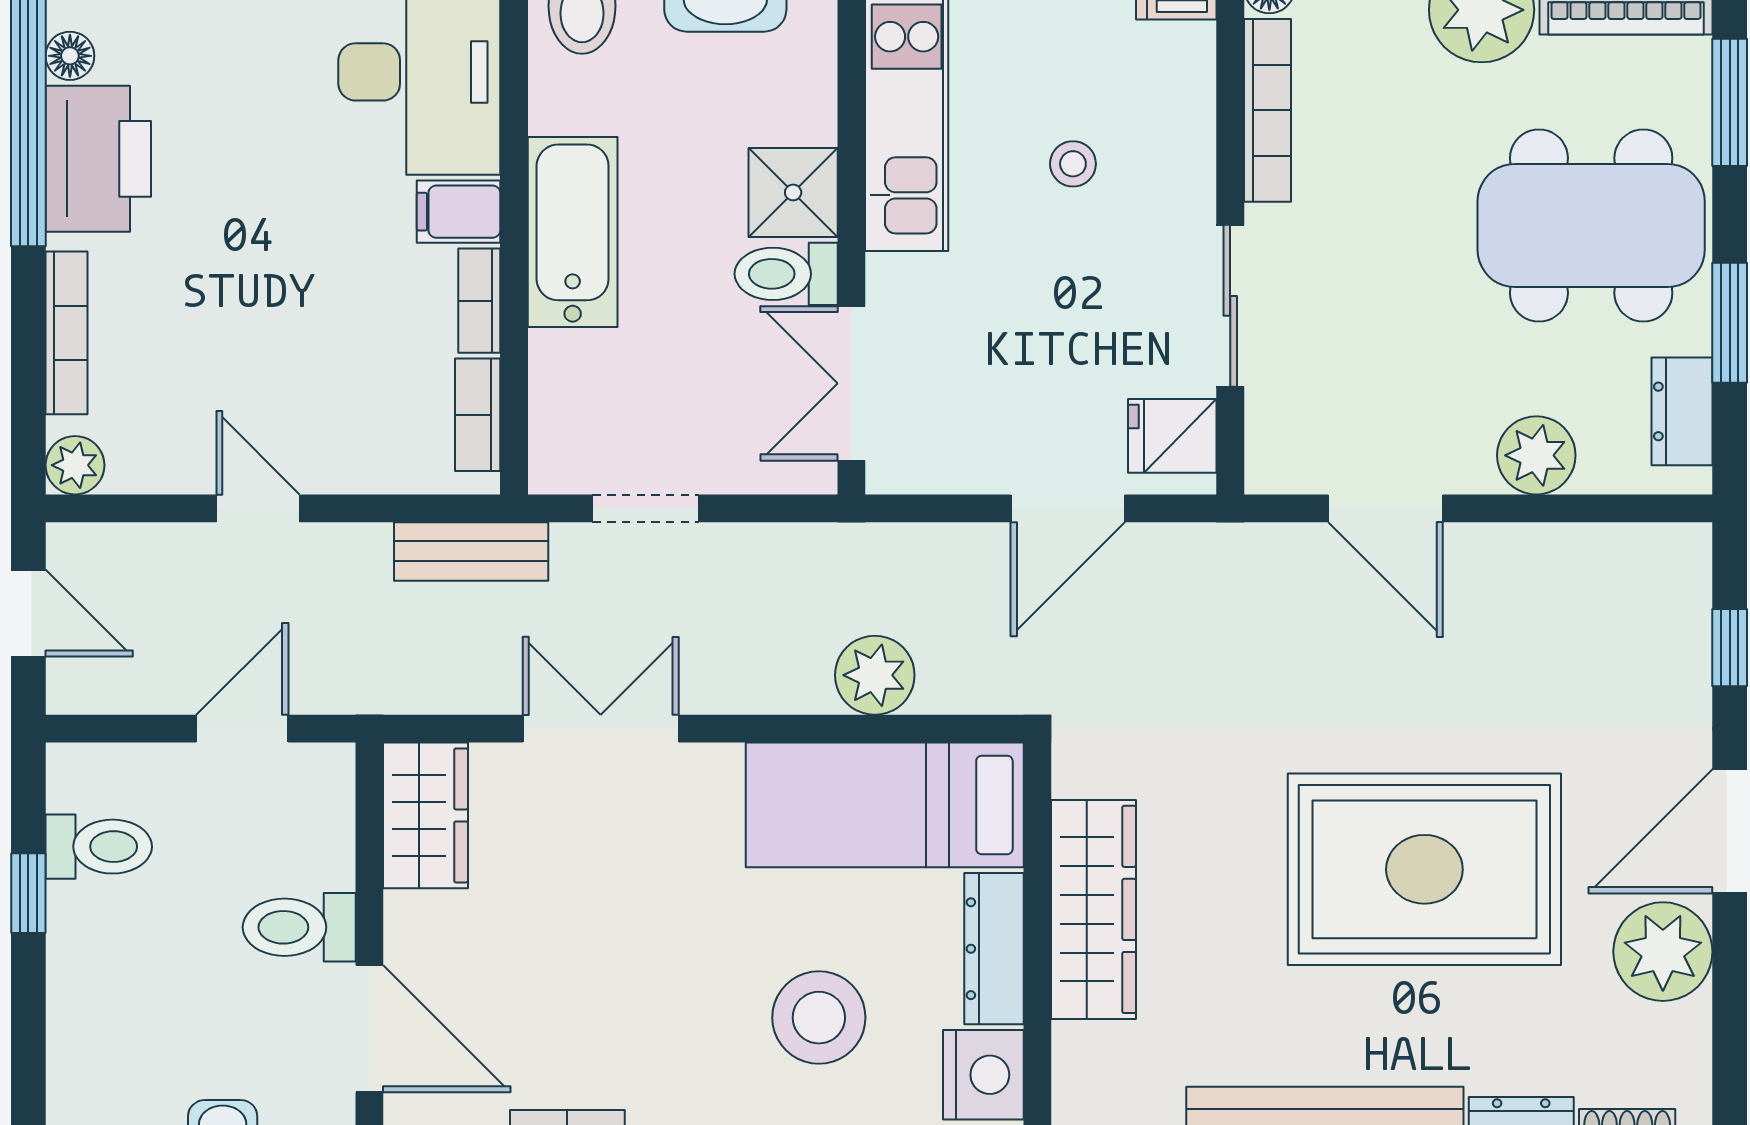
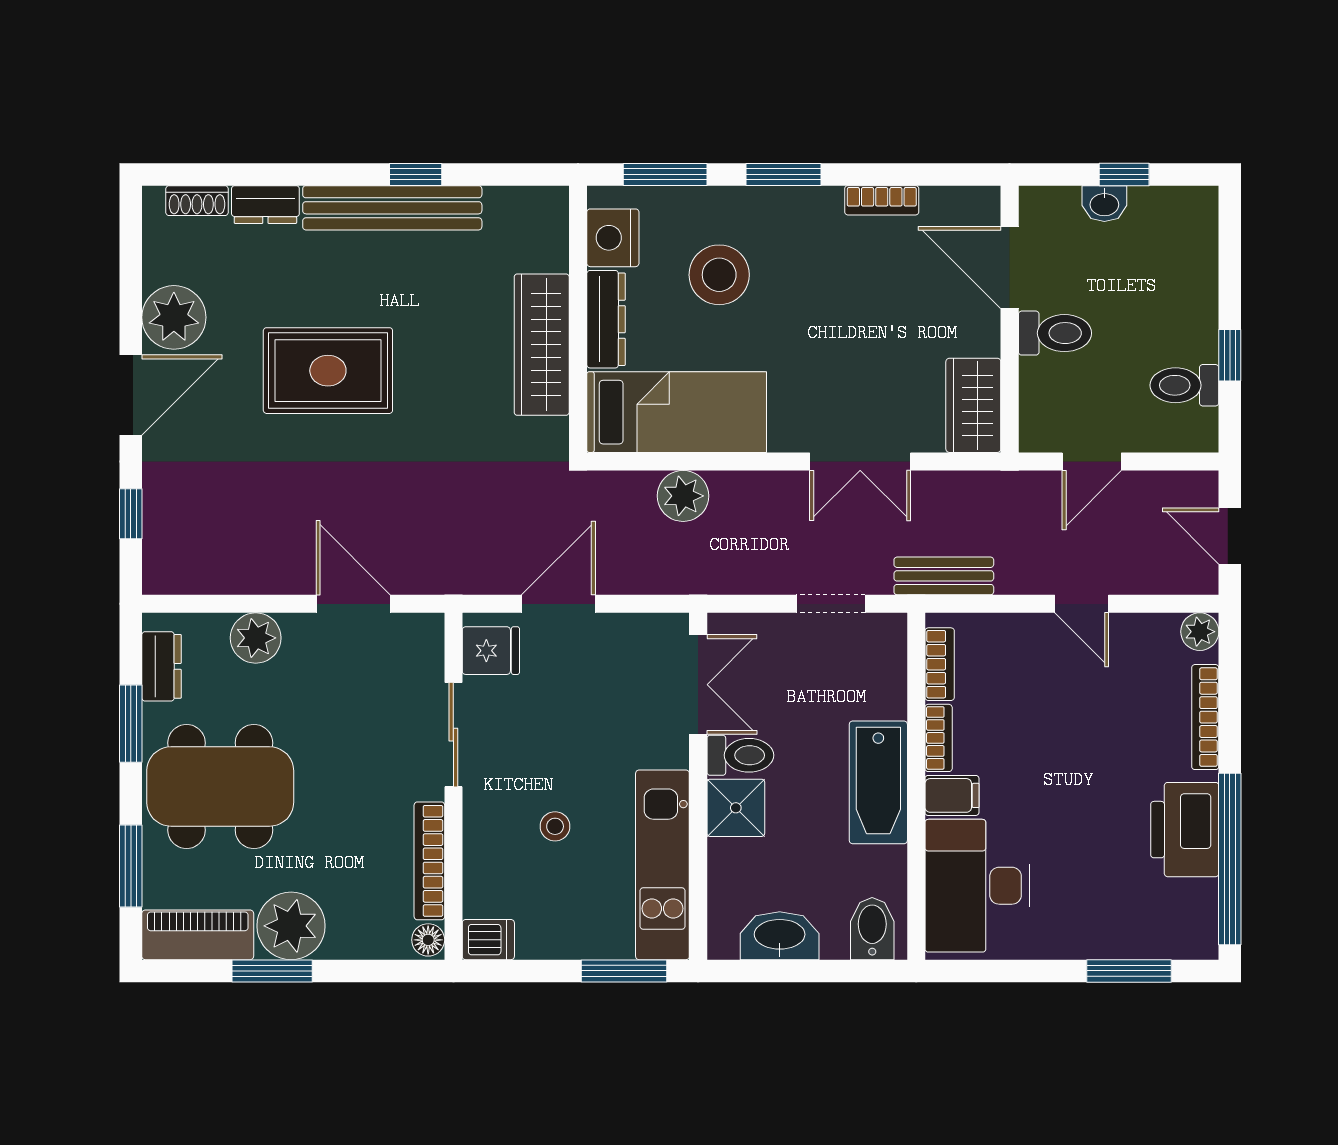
floor lamp: (70, 56) -> (1203, 896), removed
rug: (1424, 869) -> (328, 371), width x0.73, depth x0.69

